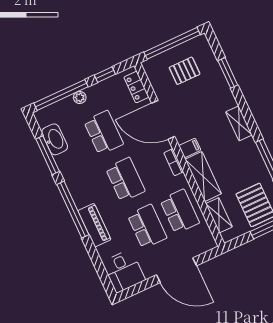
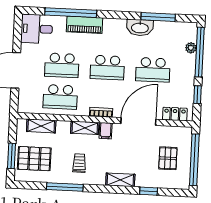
window: (228, 73) -> (149, 191), width x0.67
plant: (80, 97) -> (191, 48), moved
shelving: (239, 123) -> (120, 180), moved
washbasin: (55, 139) -> (140, 28), moved
trolley: (236, 157) -> (79, 163), added
shelving: (203, 176) -> (85, 128), width x0.67, depth x0.75
window: (73, 210) -> (71, 13), moved

